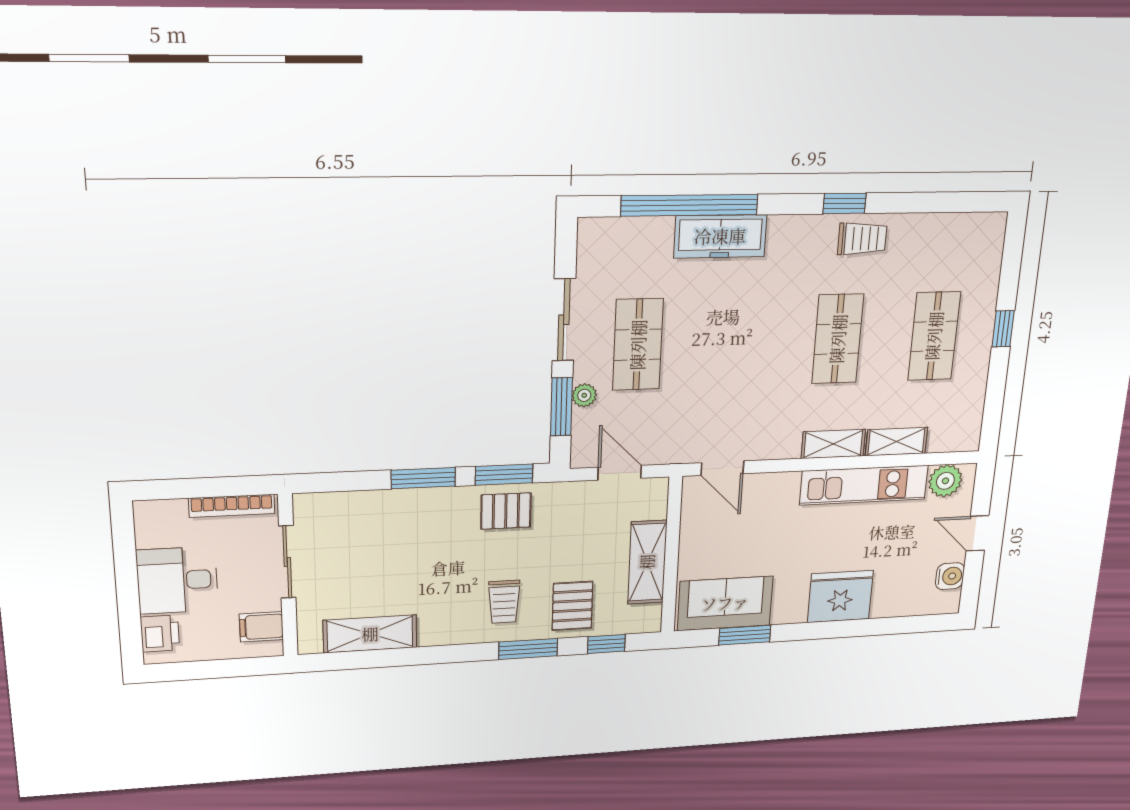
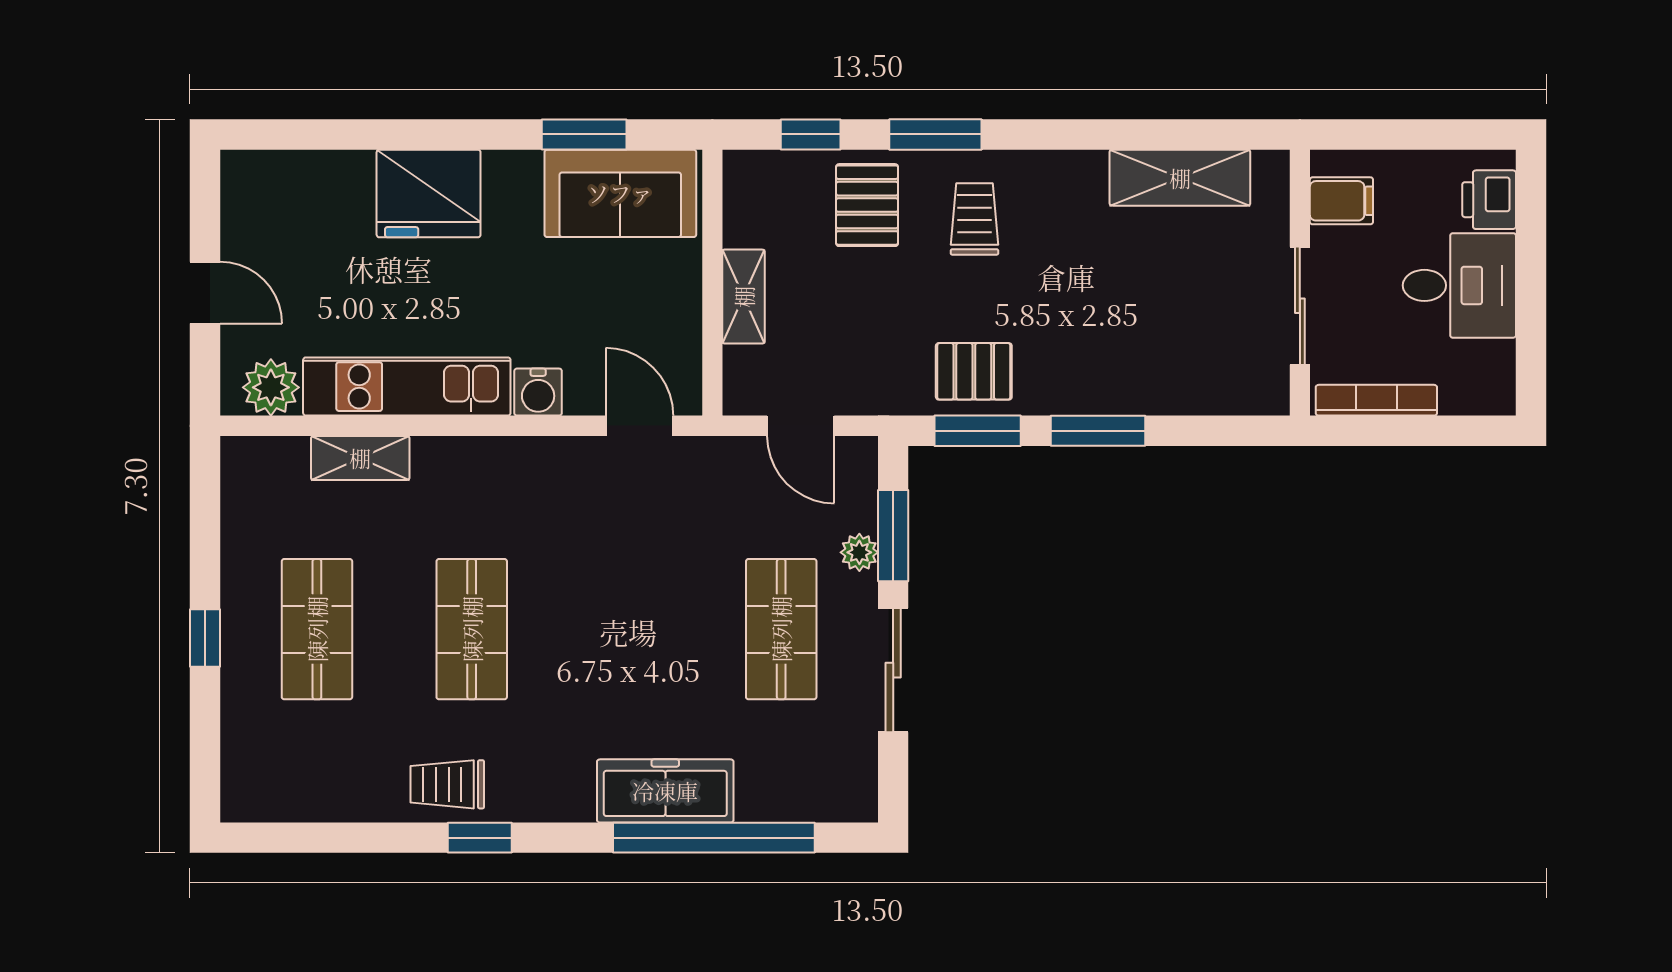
shelving: (833, 444) -> (464, 458), removed
shelving: (647, 562) -> (744, 297), width x0.67, depth x0.75
water cooler: (950, 576) -> (538, 392), moved, turned -90

